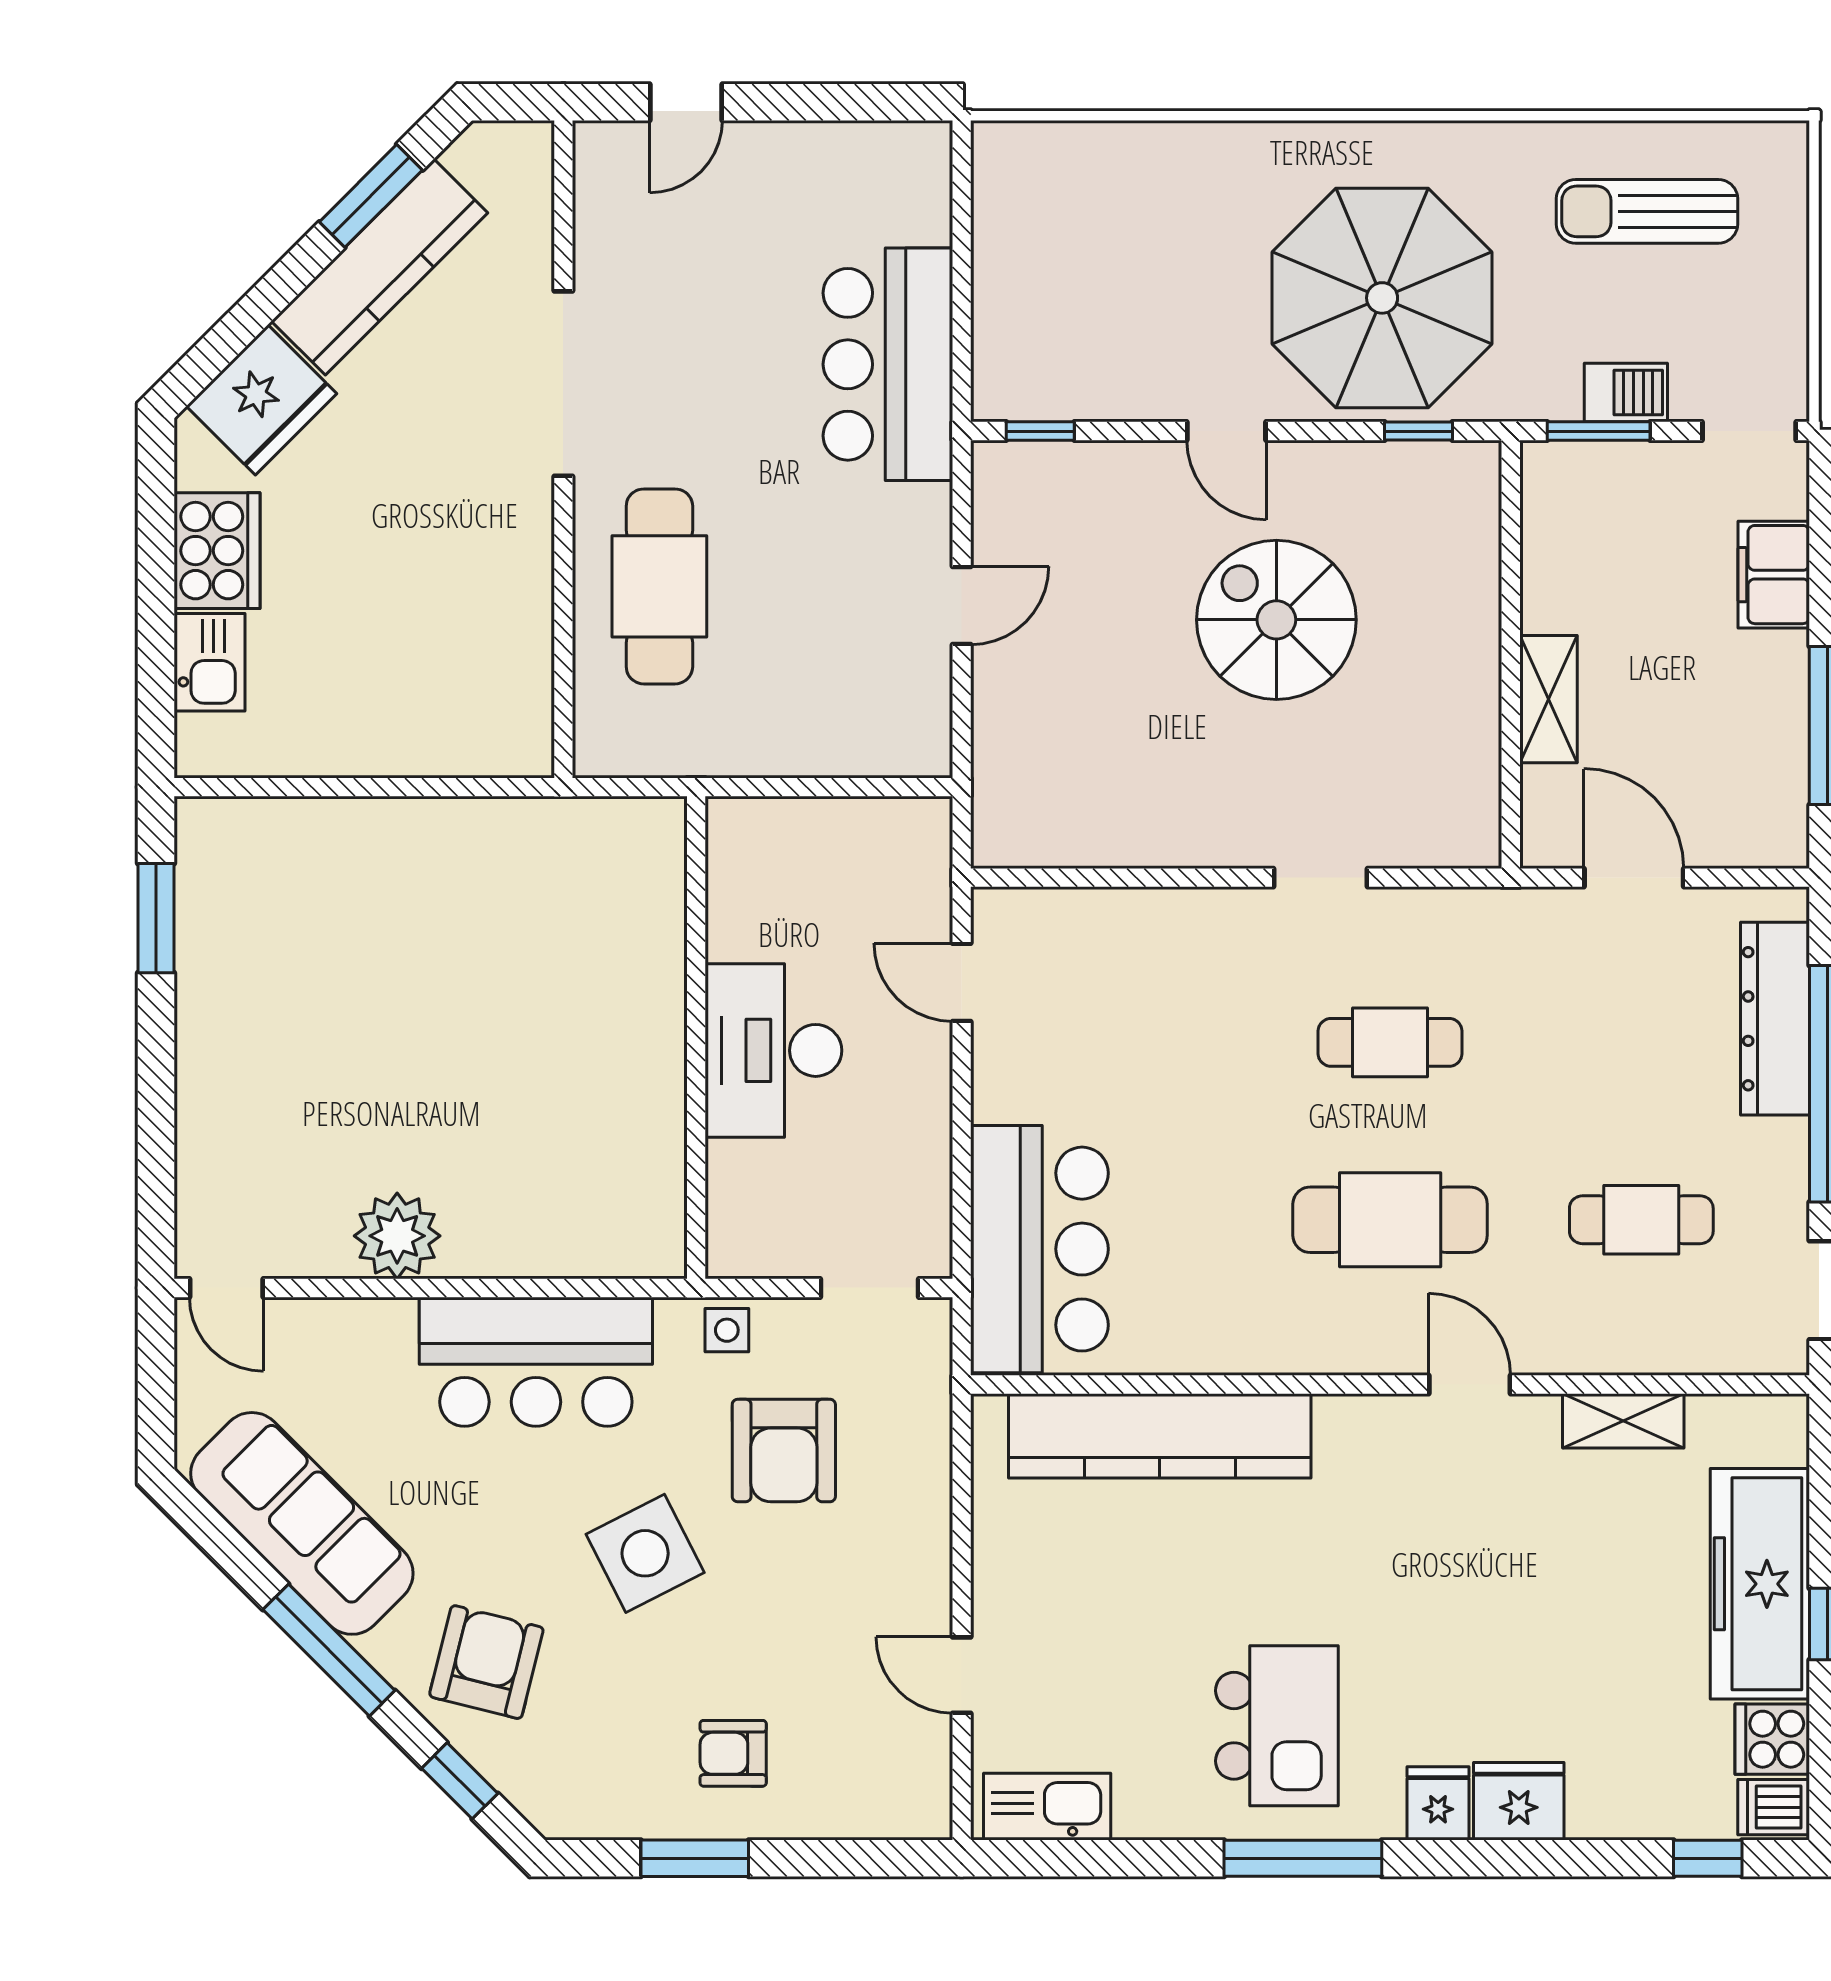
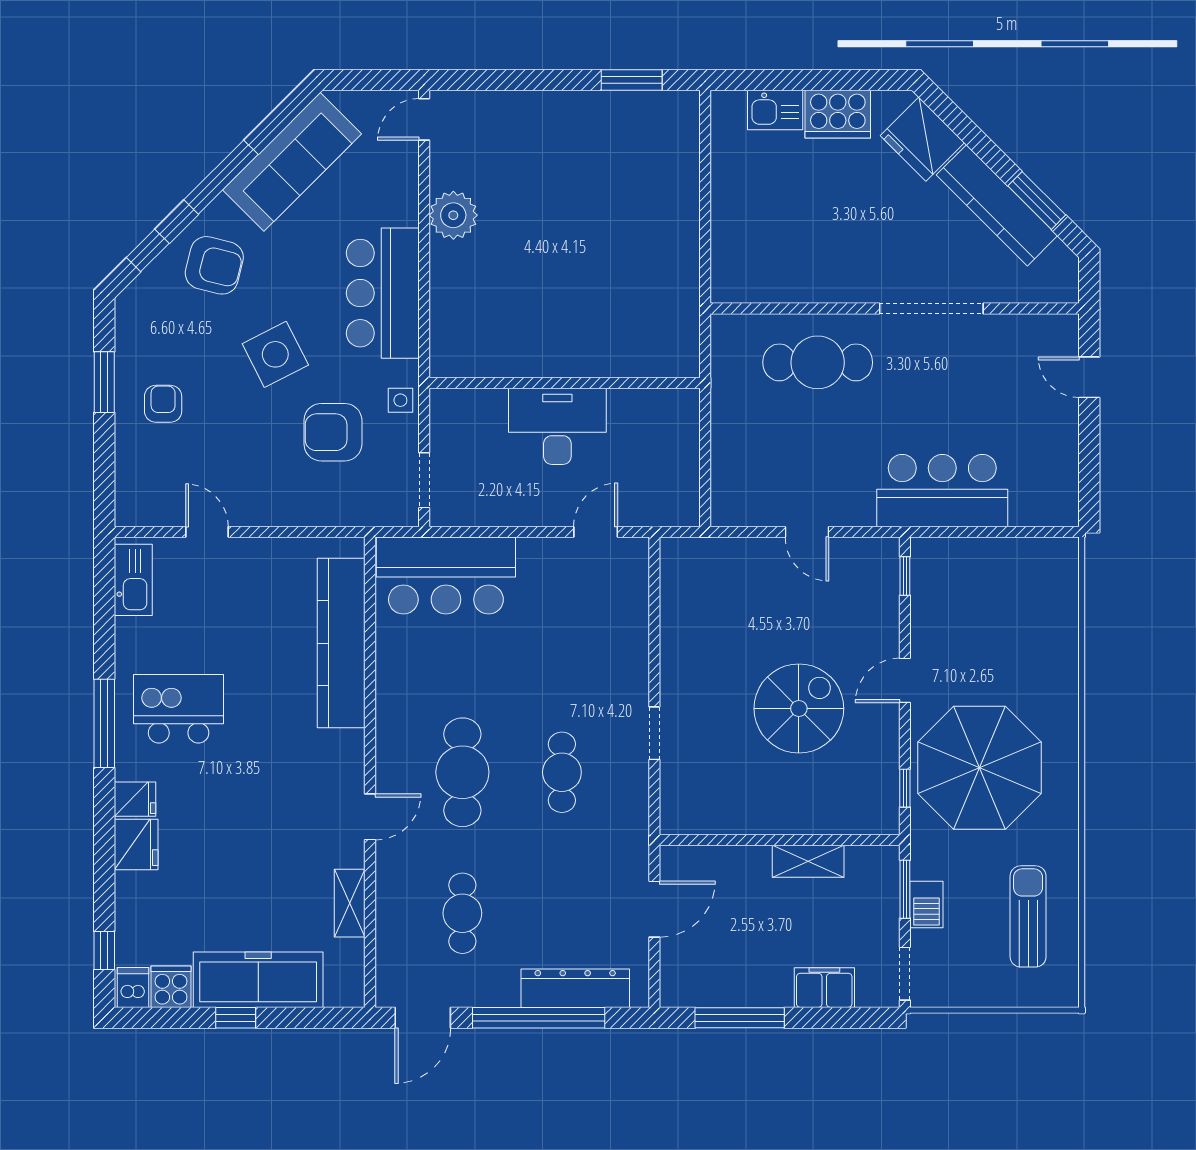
shelving: (1549, 699) -> (808, 861), moved
door: (962, 1675) -> (207, 532), hinge flipped
kitchen island: (1277, 1726) -> (179, 709), turned 180

